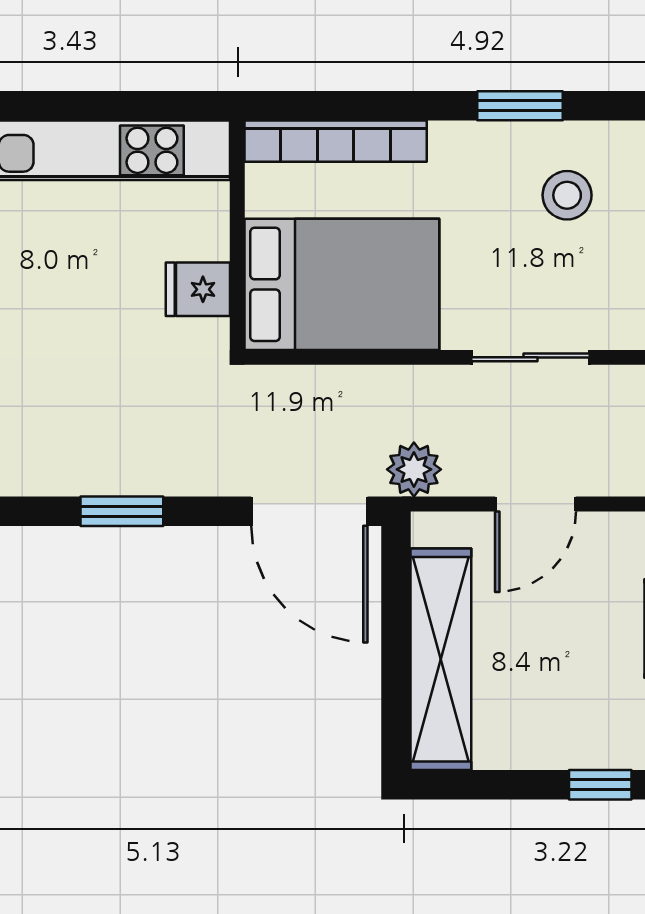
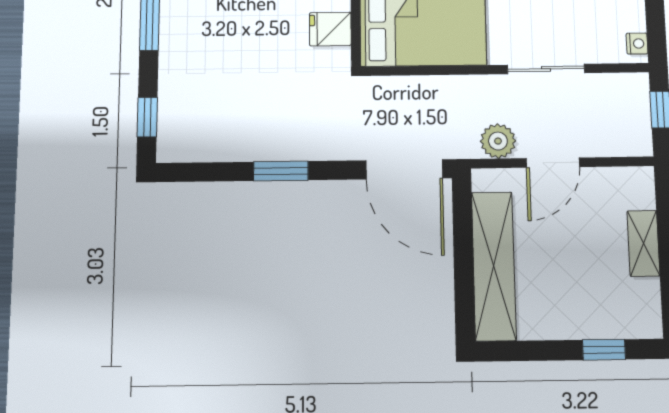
plant: (414, 469) -> (498, 141), moved

